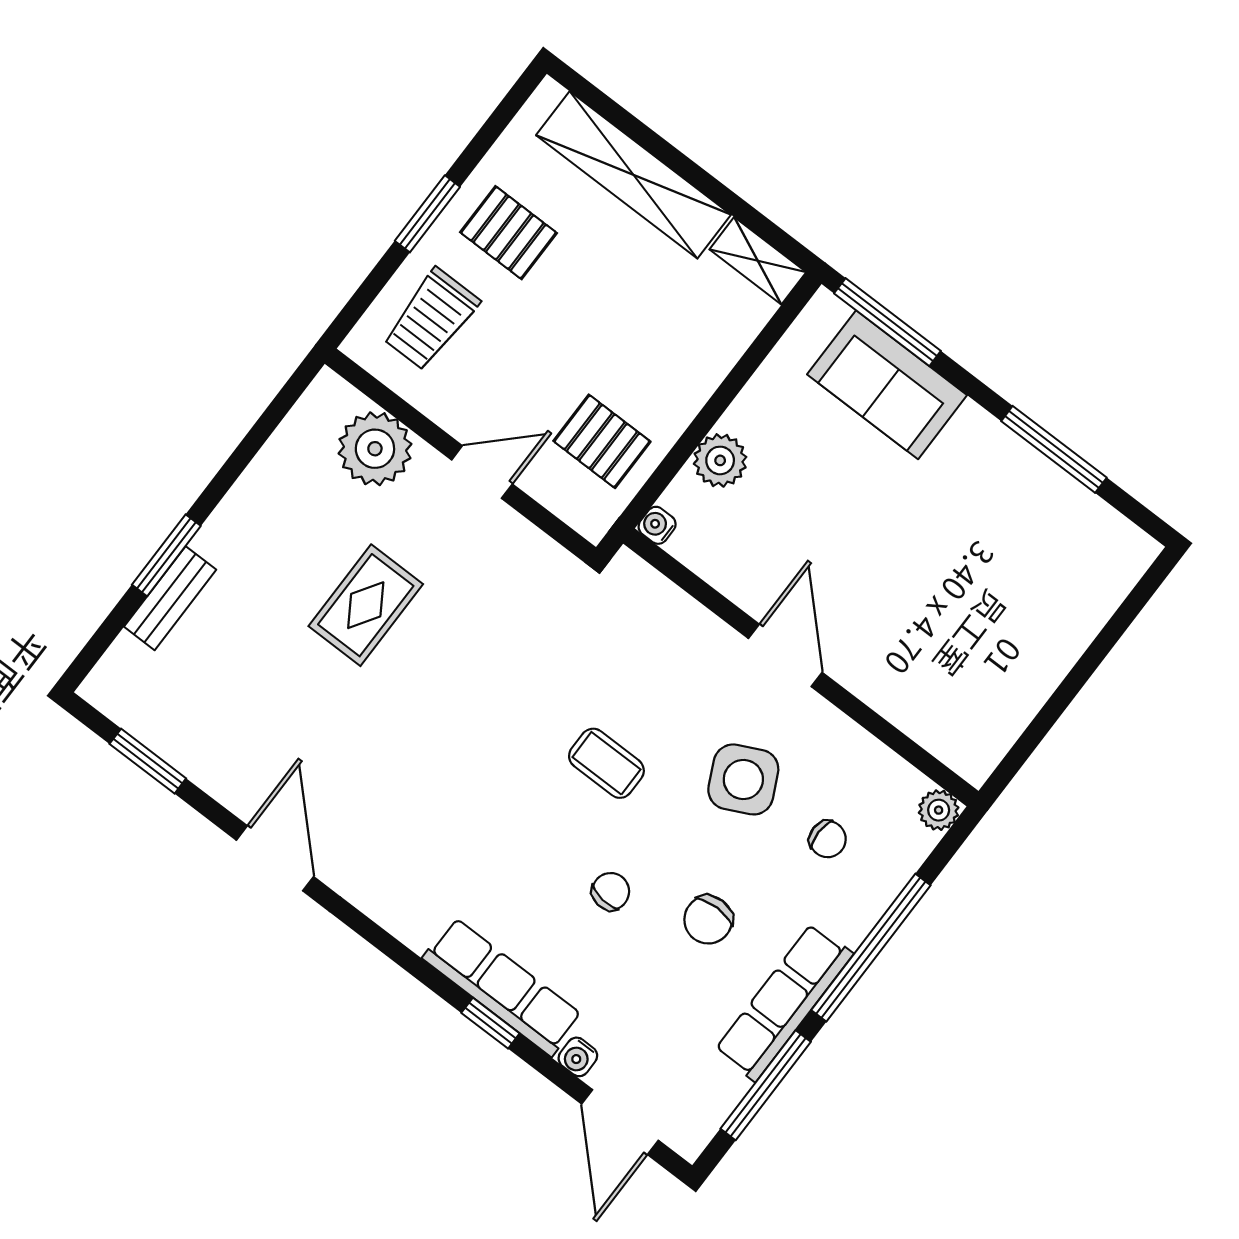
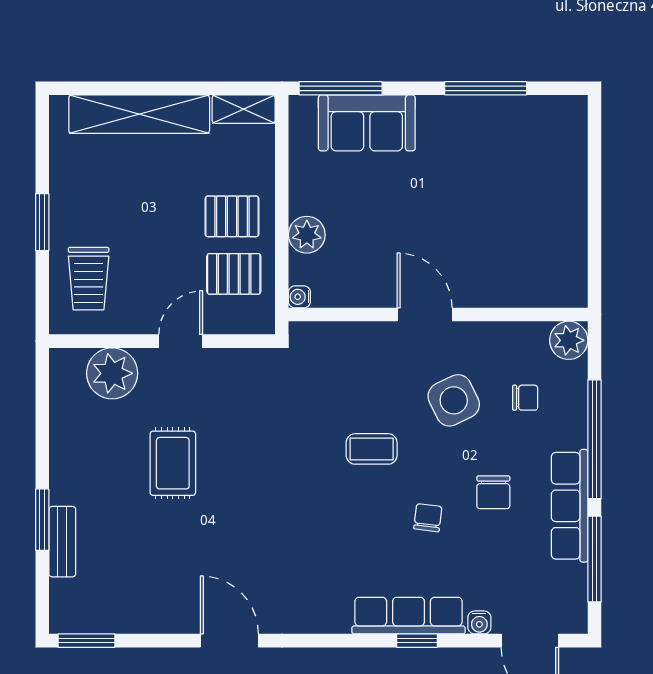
pallet: (508, 233) -> (232, 216), moved
window: (148, 761) -> (86, 641), moved
plant: (939, 810) -> (569, 340), width x1.38, depth x1.38

